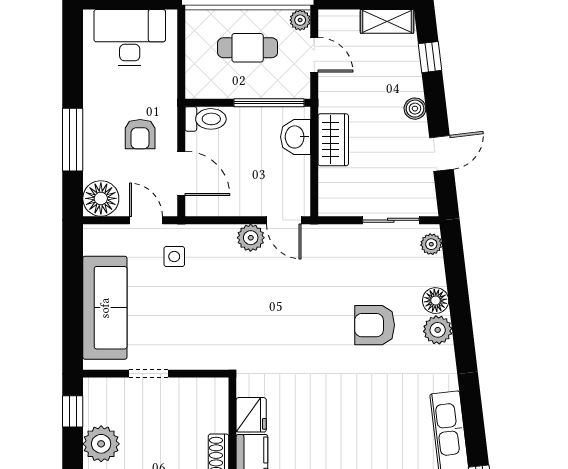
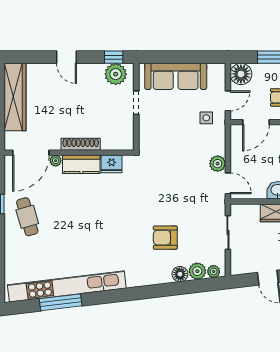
door: (284, 220) -> (228, 183), swing flipped
sliding door: (391, 220) -> (228, 232), moved
armchair: (375, 325) -> (165, 238), turned -90
plant: (438, 330) -> (197, 271), moved
plant: (101, 444) -> (116, 74), moved

